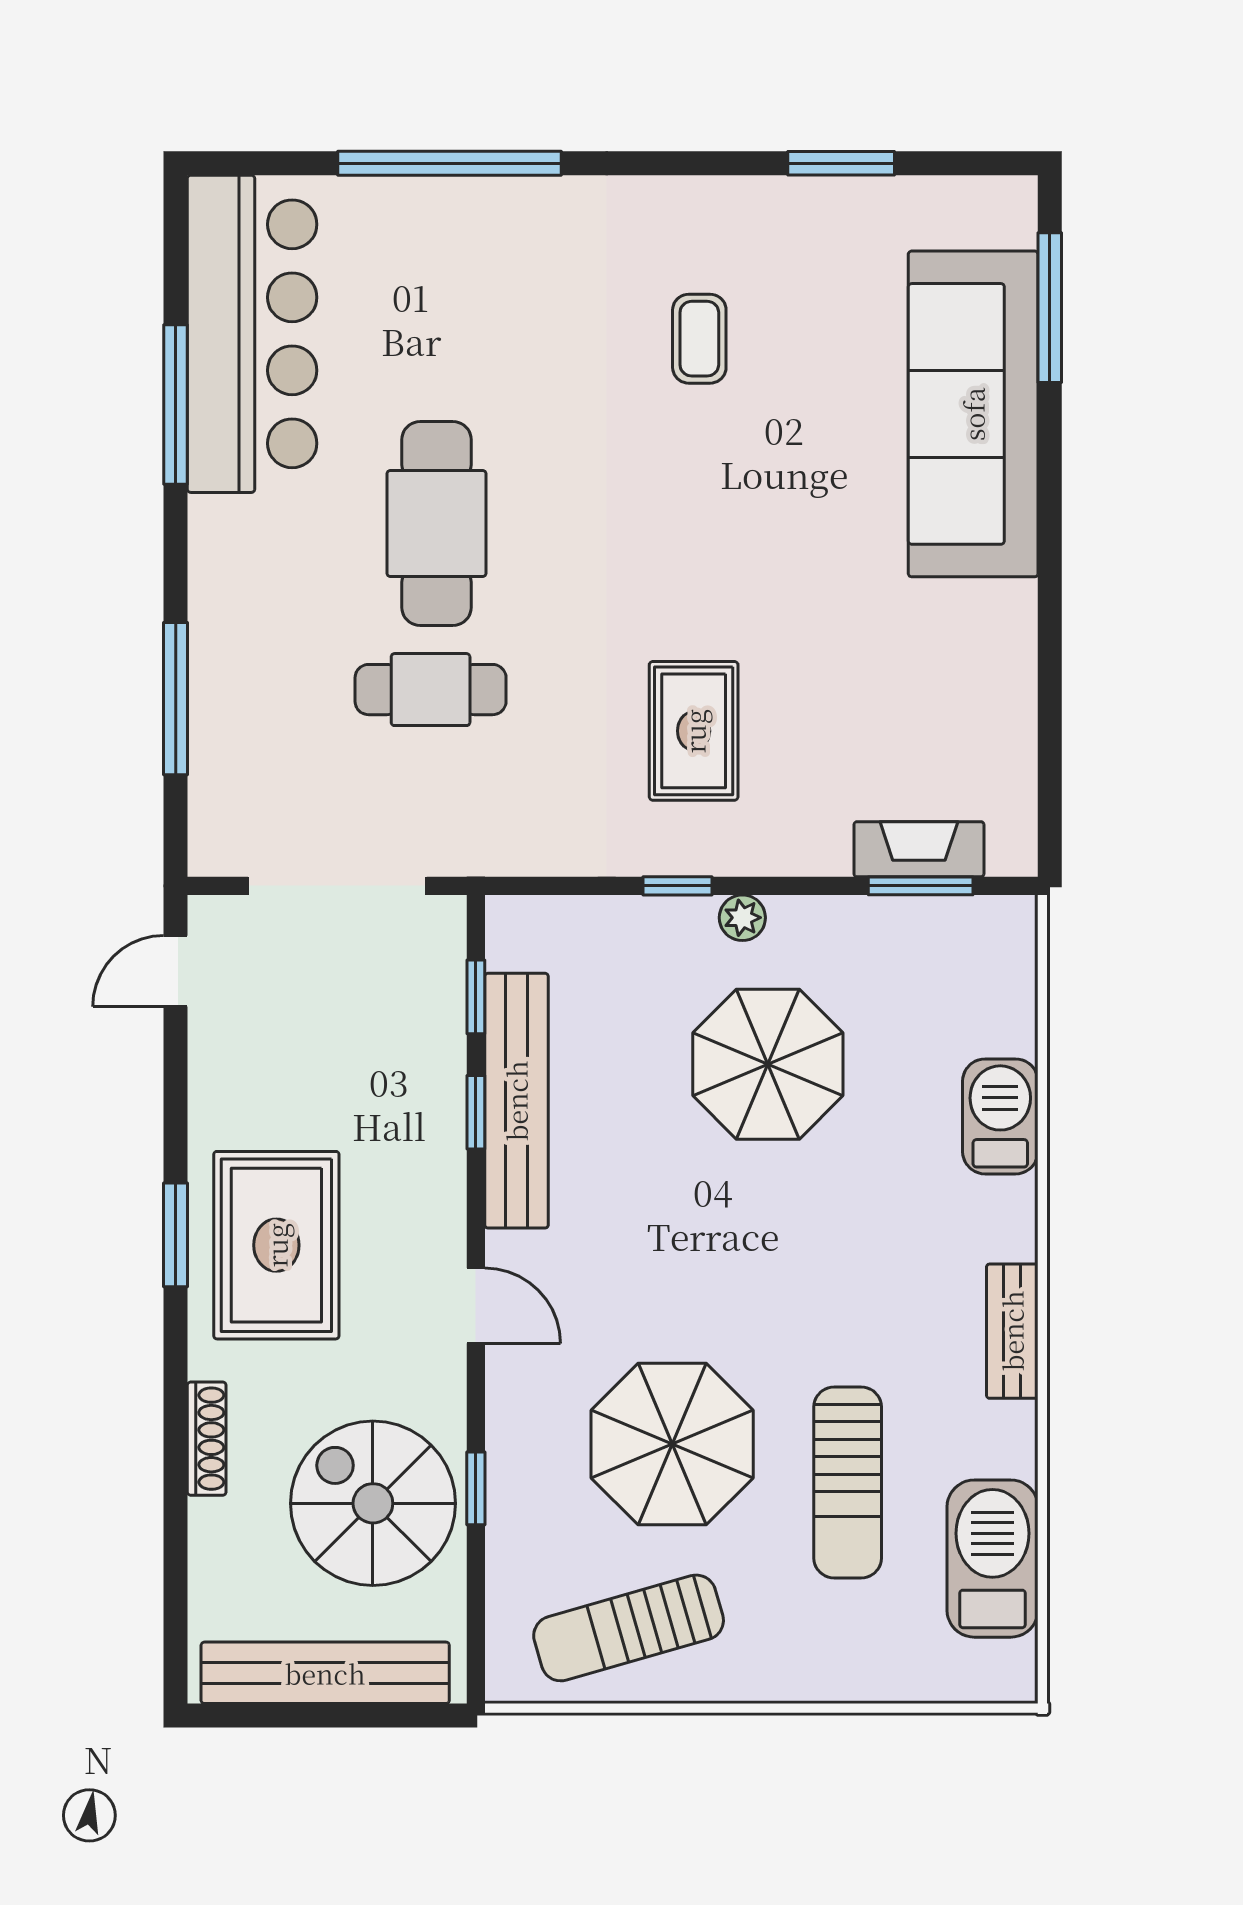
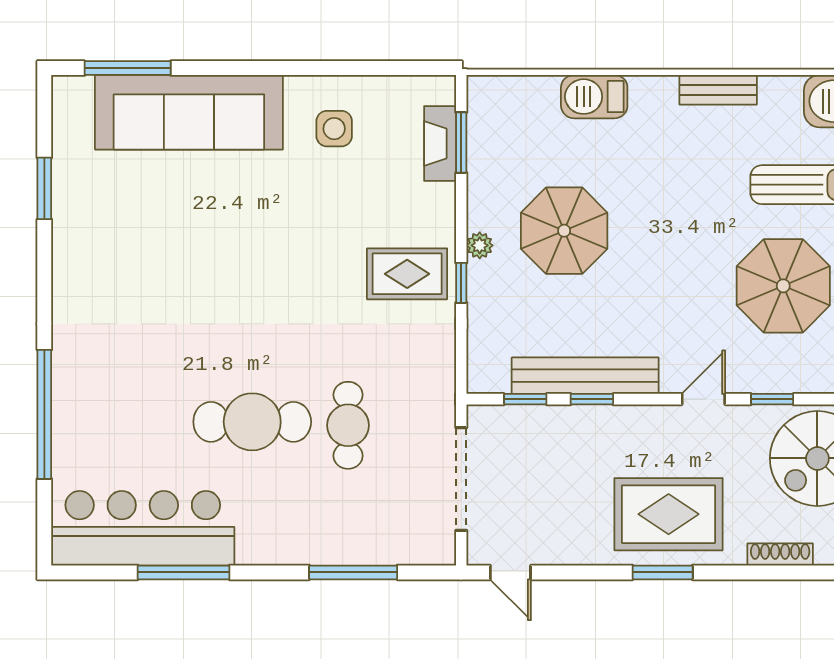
coffee table: (699, 339) -> (146, 270), removed
side table: (945, 666) -> (334, 129), added
rug: (694, 731) -> (407, 274), moved
window: (476, 1488) -> (772, 399), moved

